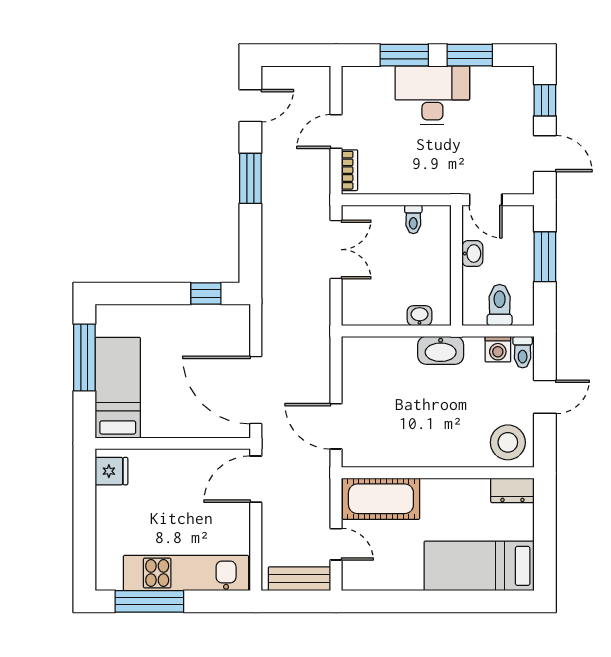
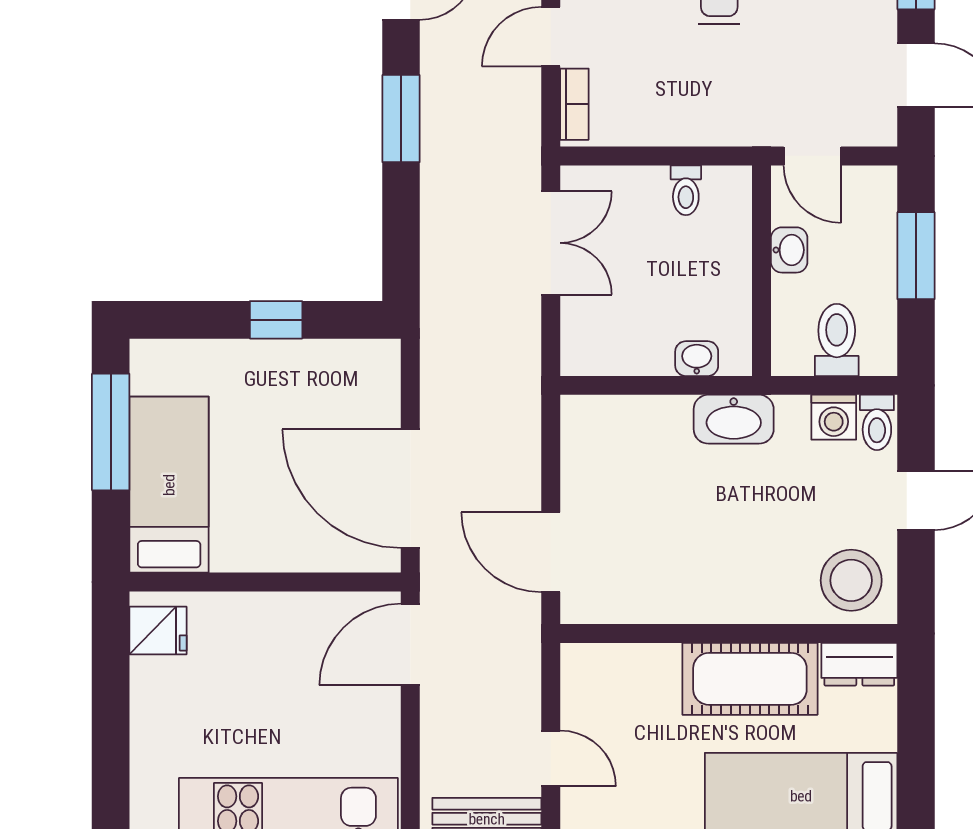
window: (206, 293) -> (276, 320), moved
cot: (381, 499) -> (750, 679), moved

